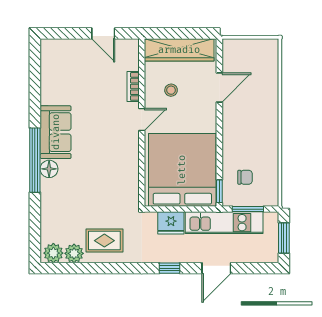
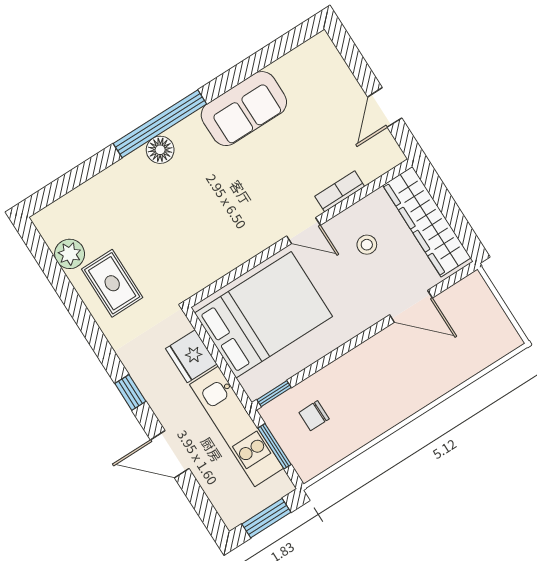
sofa: (56, 132) -> (244, 109), moved
bed: (182, 170) -> (264, 315), width x0.73
chair: (245, 177) -> (314, 416), turned 90
plant: (53, 253) -> (53, 226), removed

